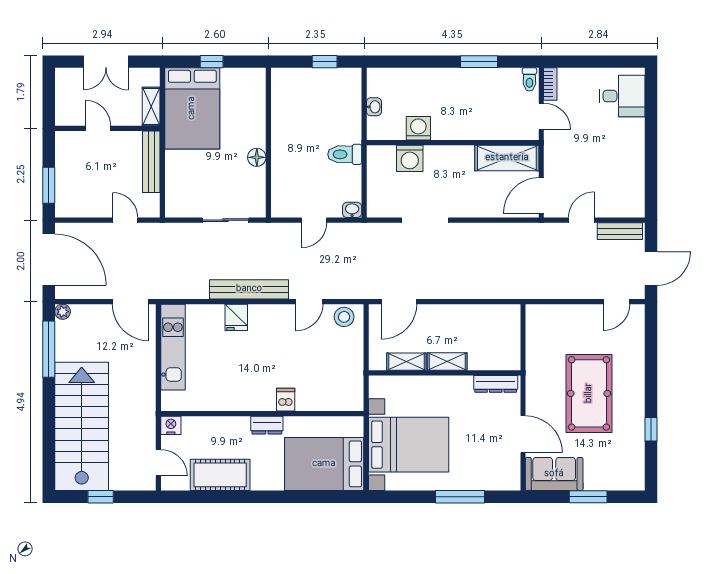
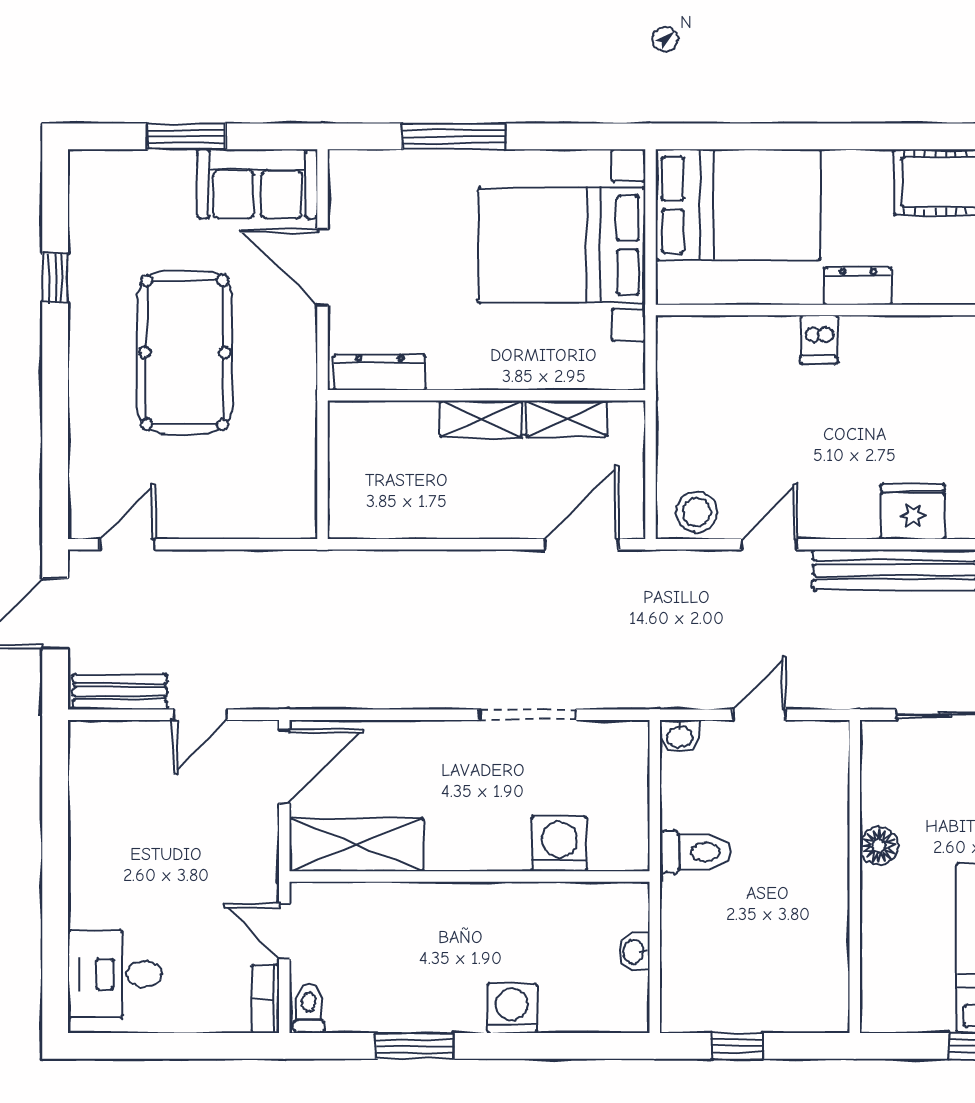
washing machine: (418, 128) -> (512, 1008), moved, turned 180
fridge: (236, 317) -> (913, 511), width x1.38

